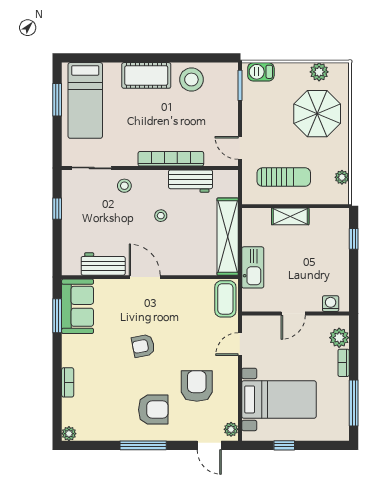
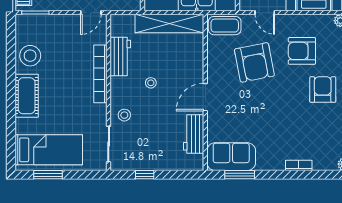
armchair: (143, 346) -> (254, 62), moved, width x1.88, depth x1.88

